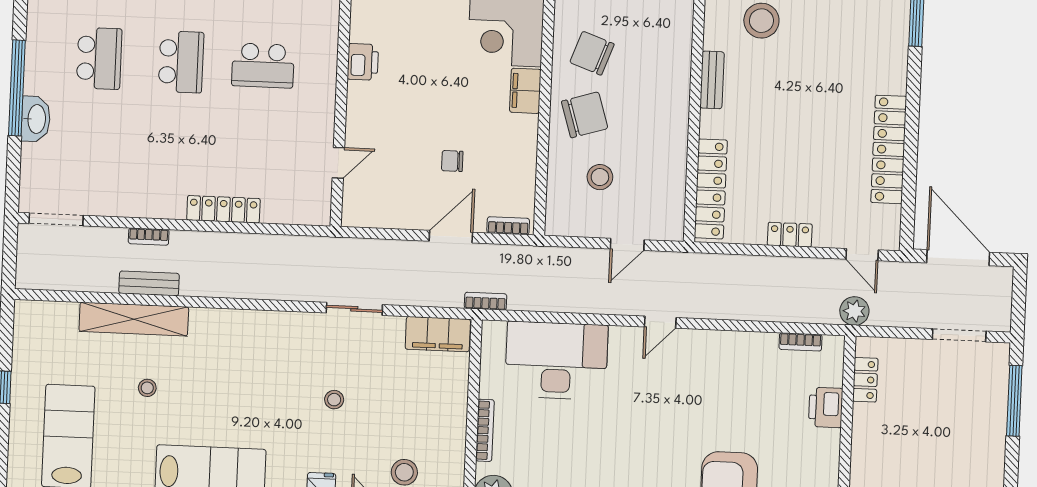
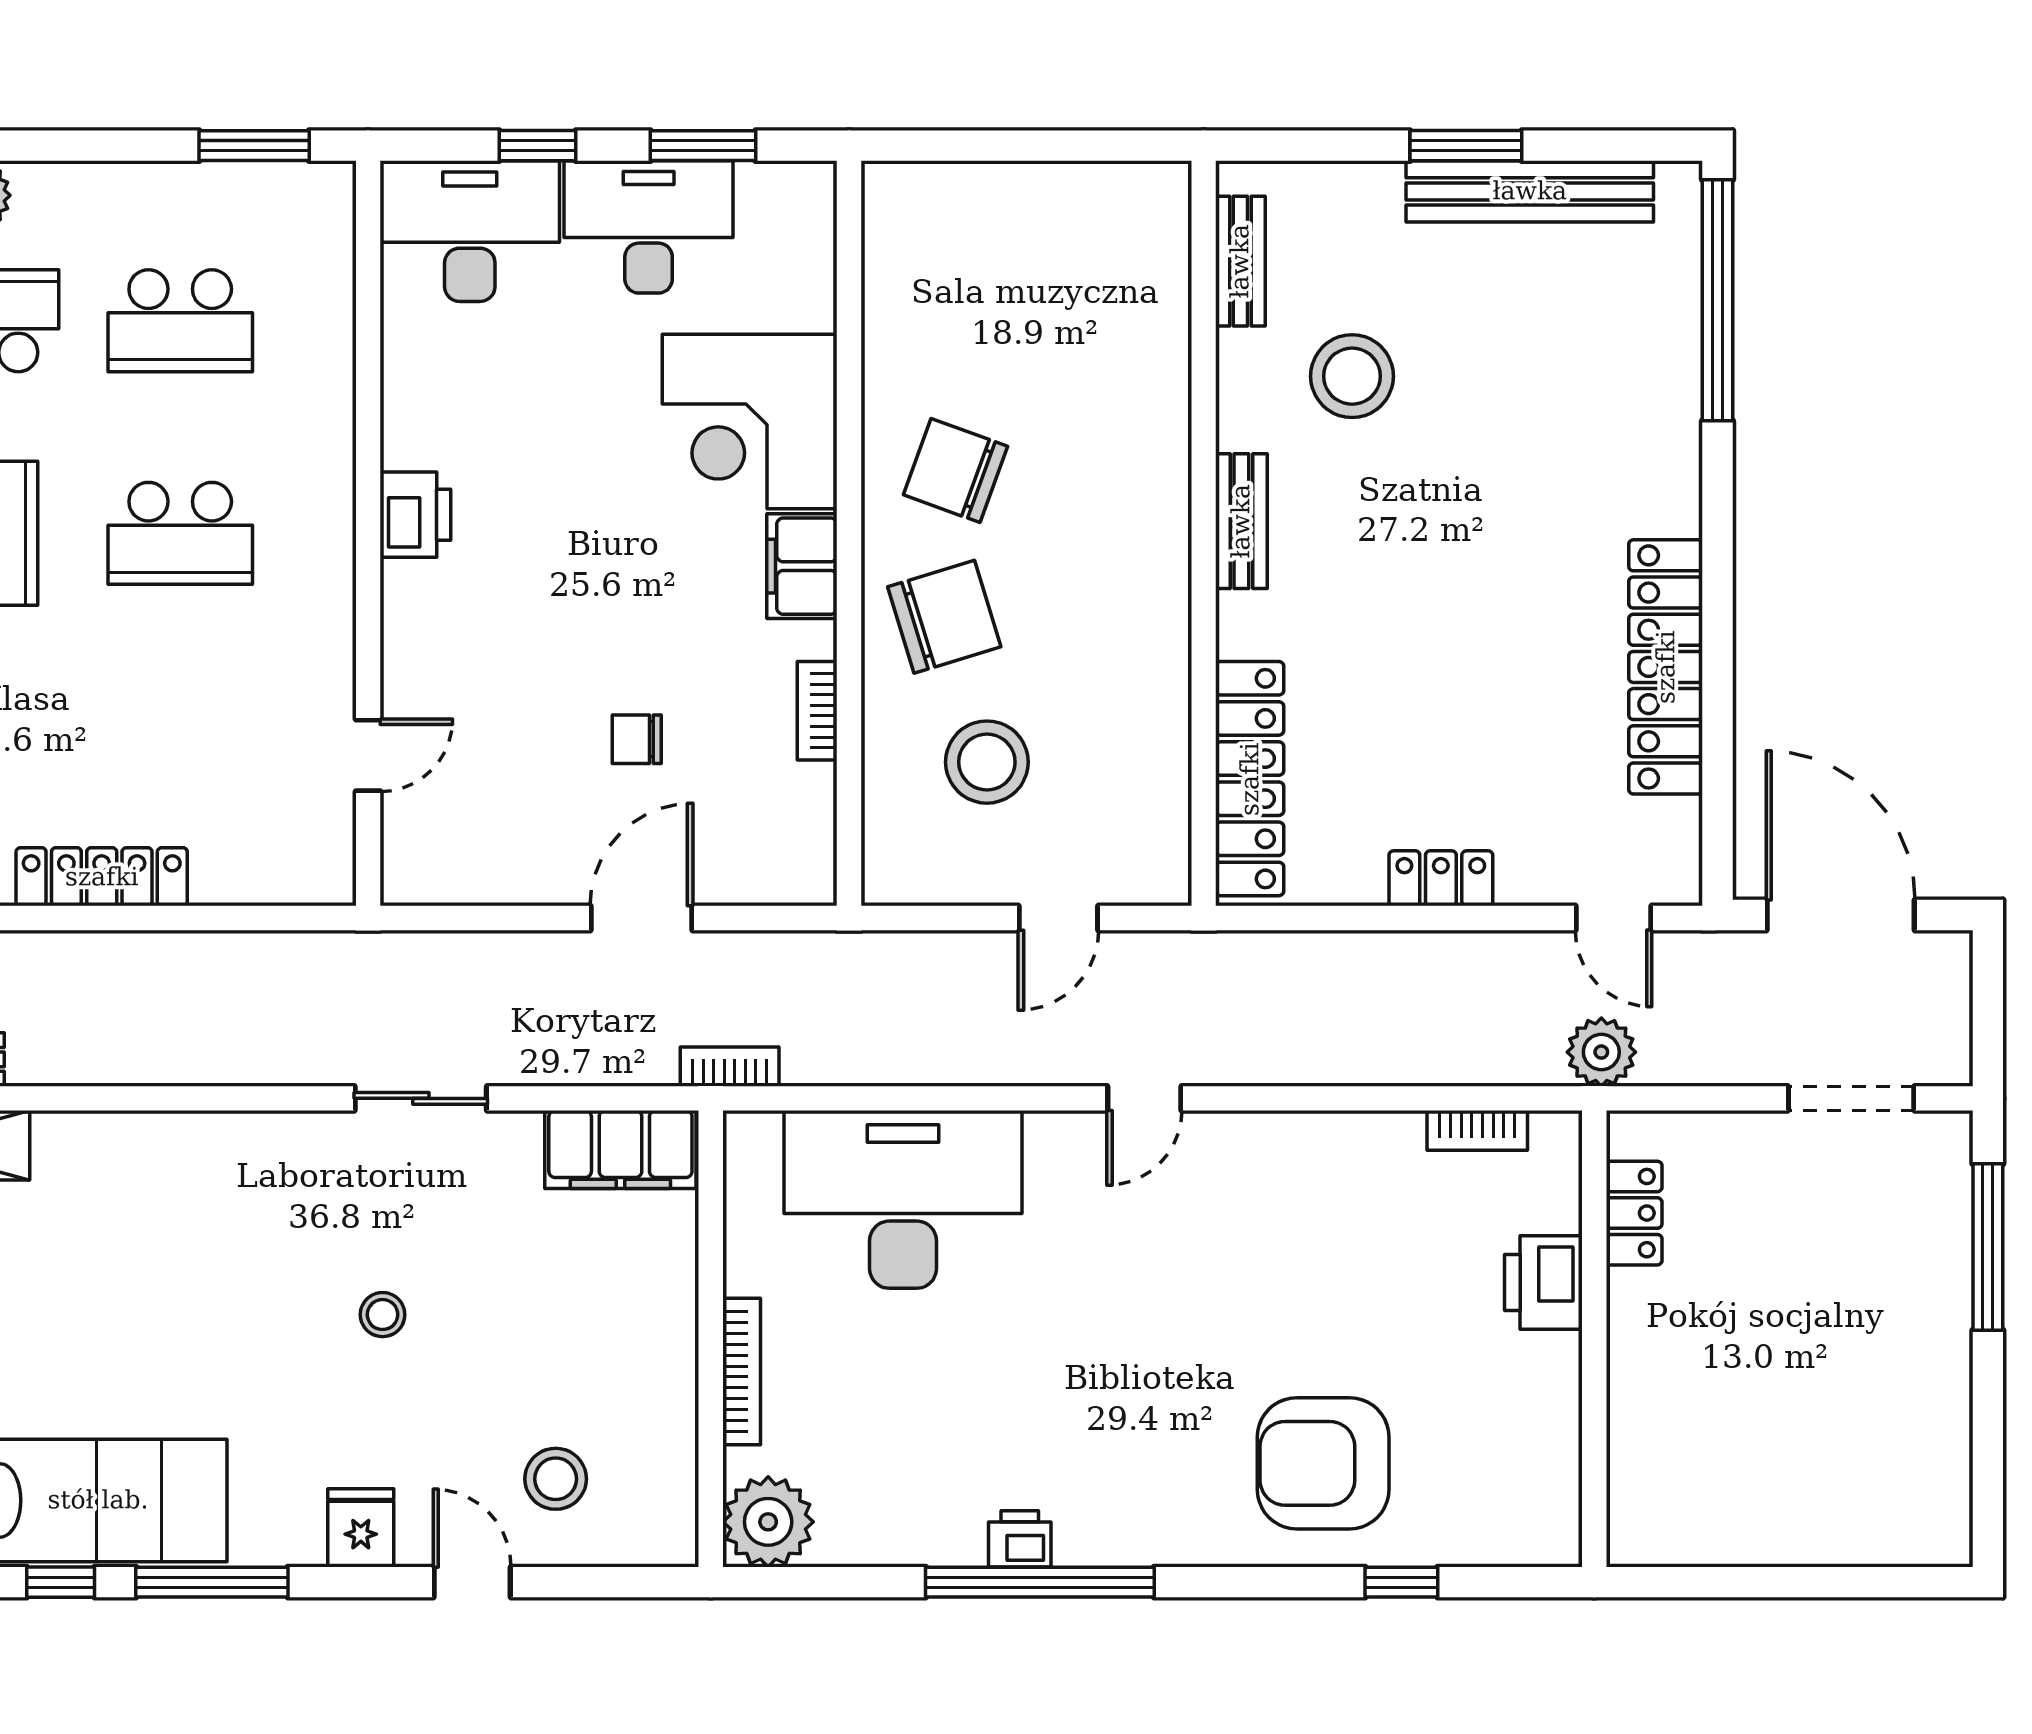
stool: (600, 177) -> (987, 762), width x1.38, depth x1.38
bookcase: (508, 226) -> (817, 711), moved, turned -90

